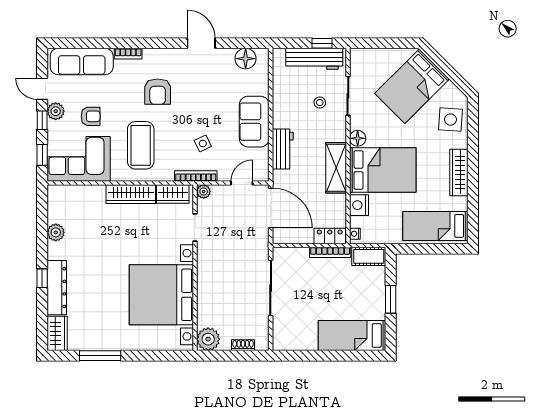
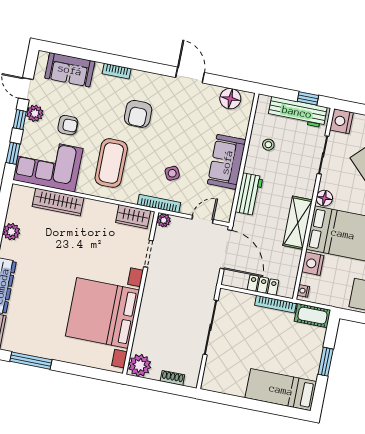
nightstand: (359, 59) -> (341, 121), added
sofa: (82, 61) -> (70, 70), width x0.73
stool: (320, 103) -> (268, 145), moved
wardrobe: (131, 194) -> (58, 202), moved
locker: (330, 236) -> (263, 285), moved

